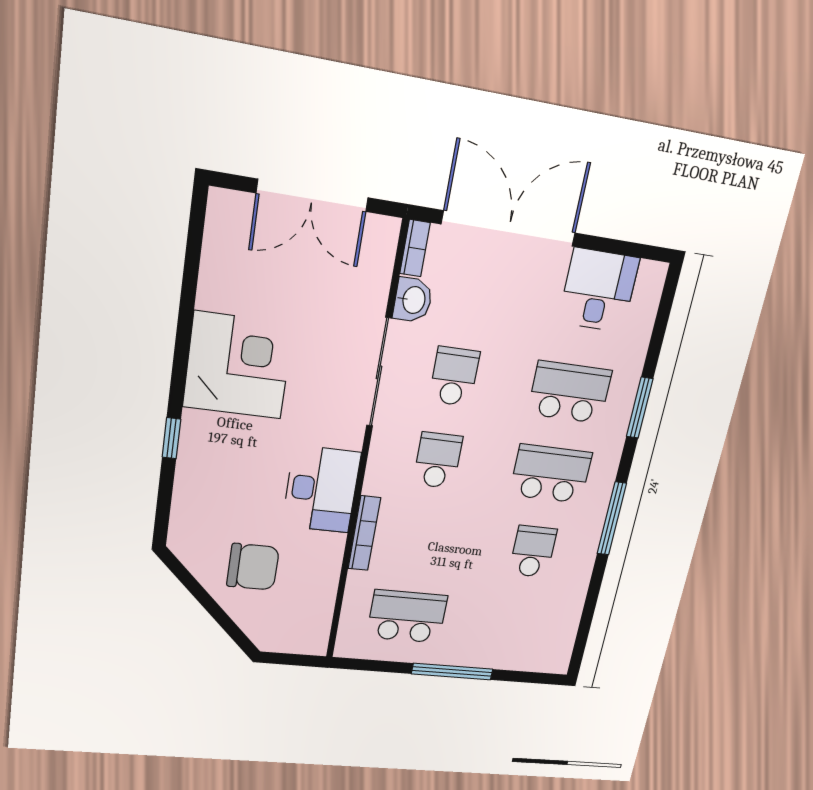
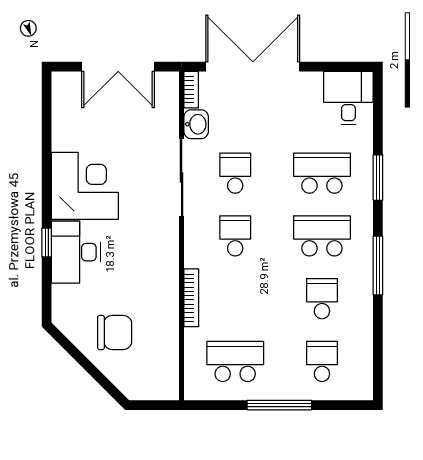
desk: (599, 290) -> (348, 98), moved
desk: (321, 489) -> (76, 252), moved, turned 180
school desk: (516, 626) -> (322, 361), added

